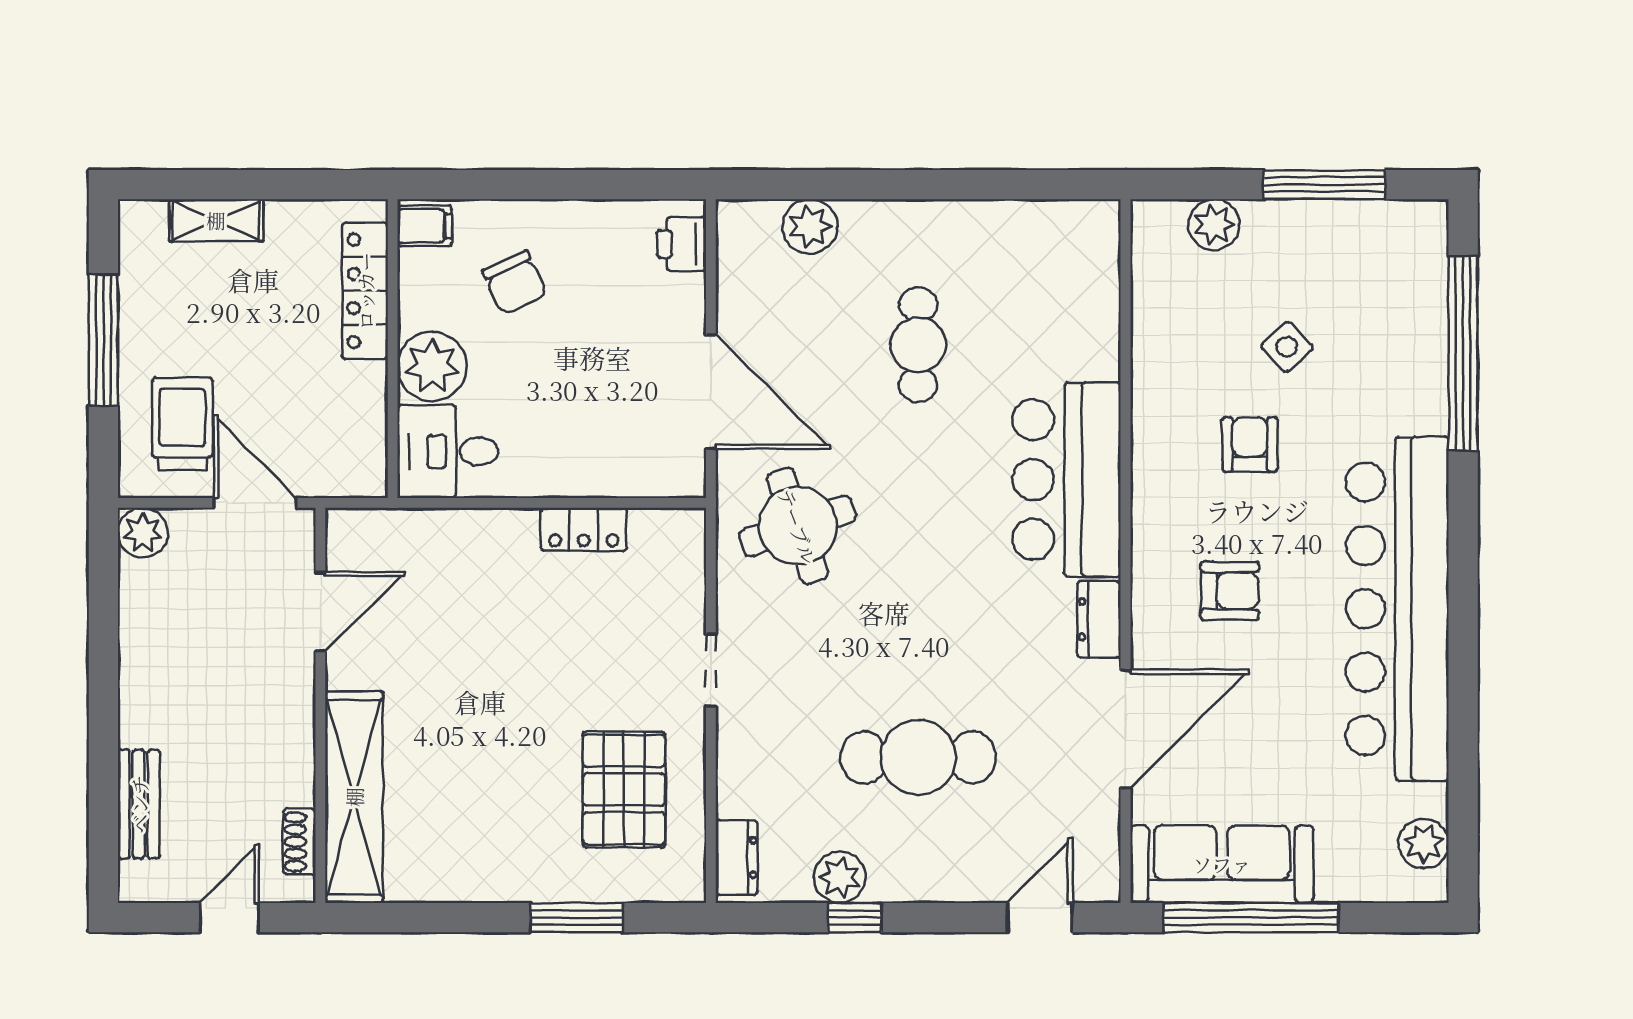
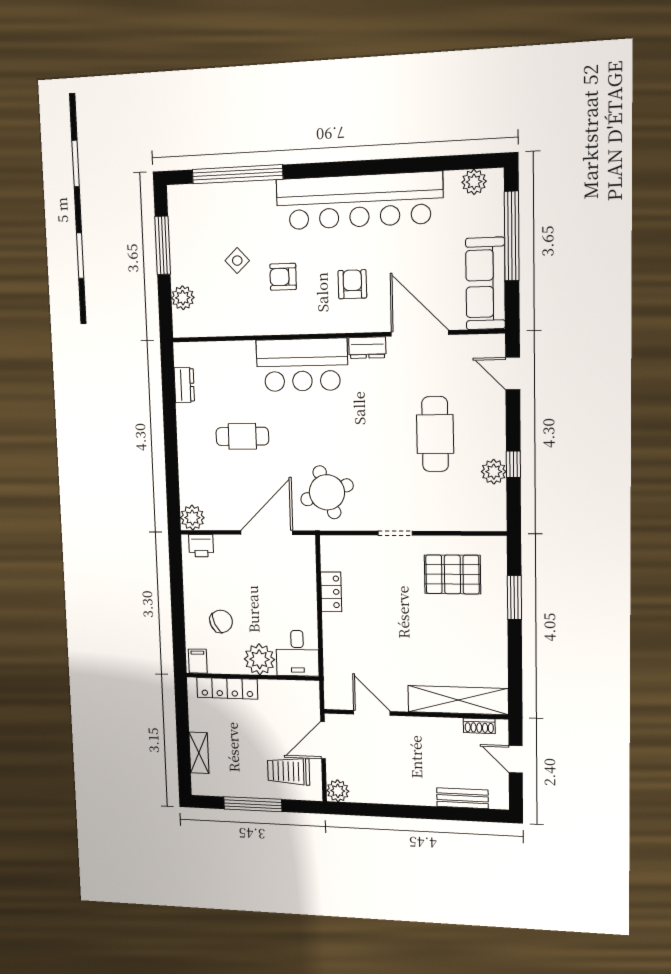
plant: (810, 227) -> (192, 518), moved
dresser: (737, 857) -> (184, 385), moved, turned 90
window: (1251, 918) -> (512, 236), moved

